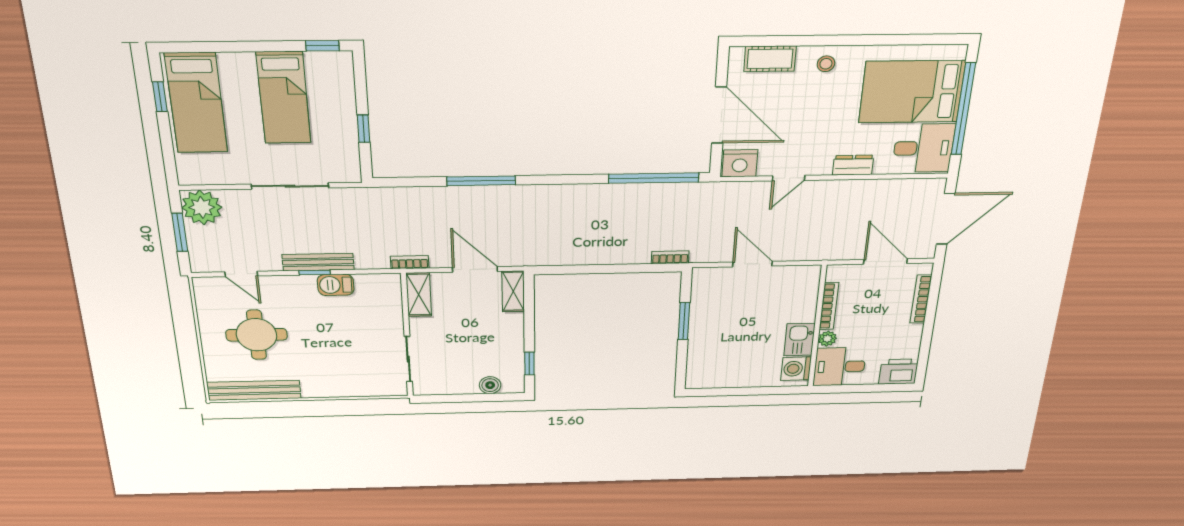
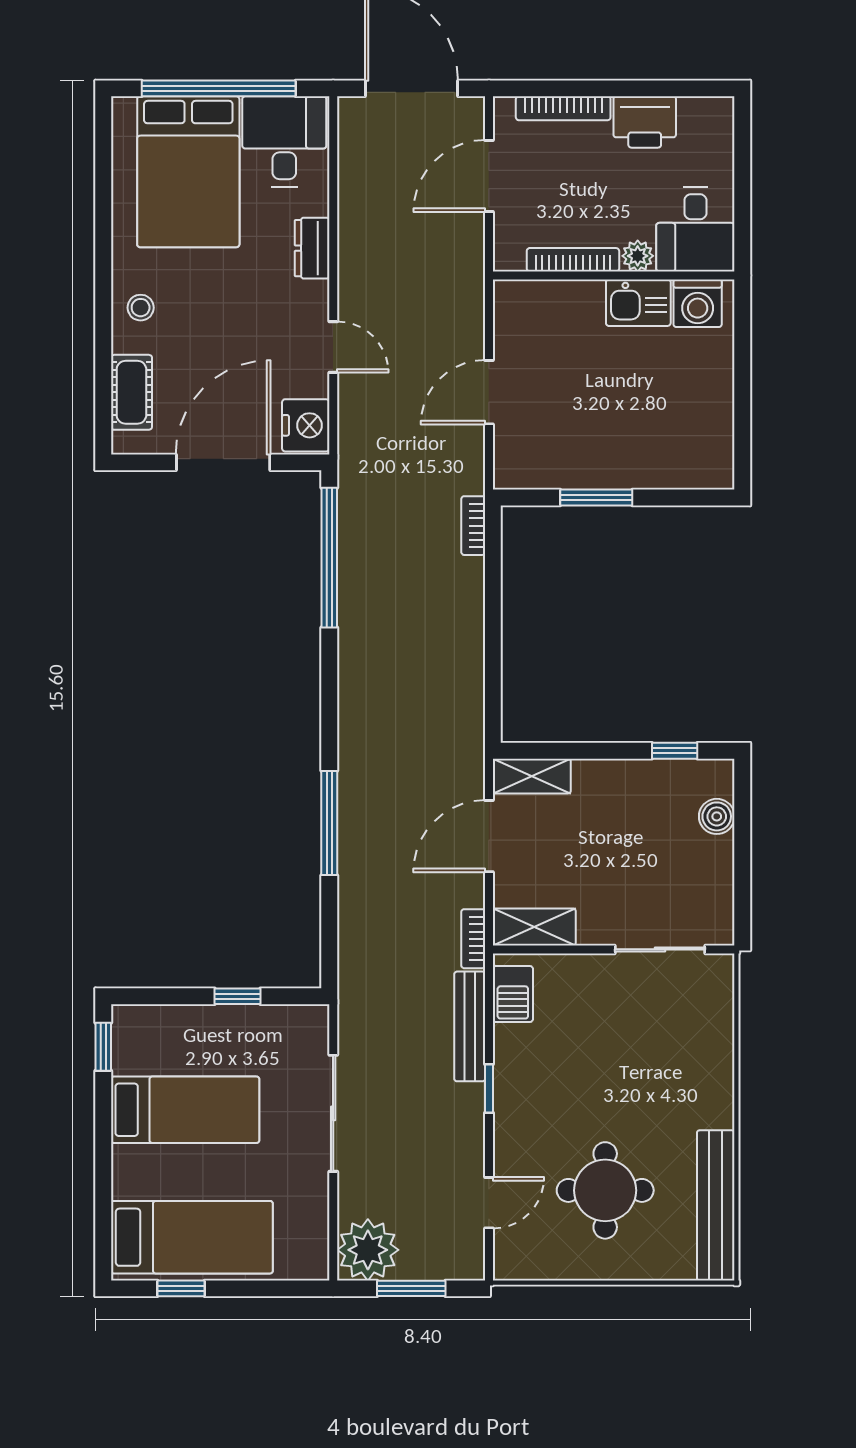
bench: (318, 262) -> (470, 1026), moved
barbecue: (336, 285) -> (513, 994), moved
printer: (898, 372) -> (645, 122), moved, turned -90

